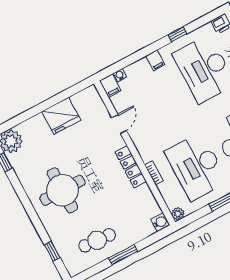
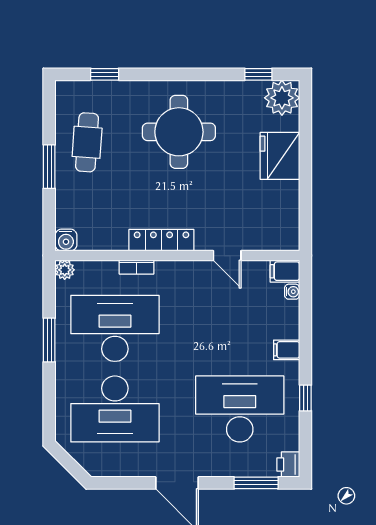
fridge: (61, 116) -> (280, 156), moved

